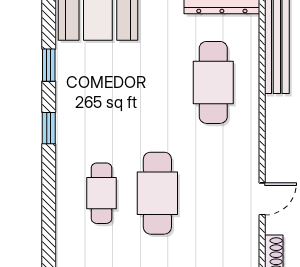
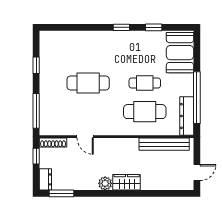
cafe table: (101, 193) -> (145, 83), moved

